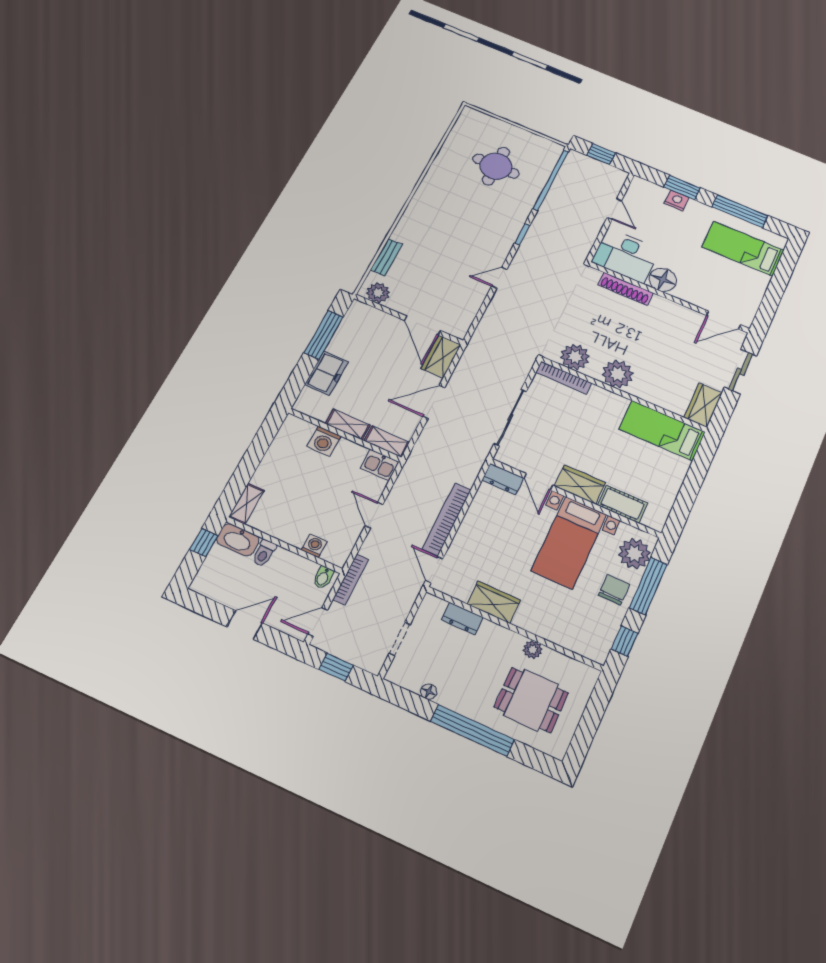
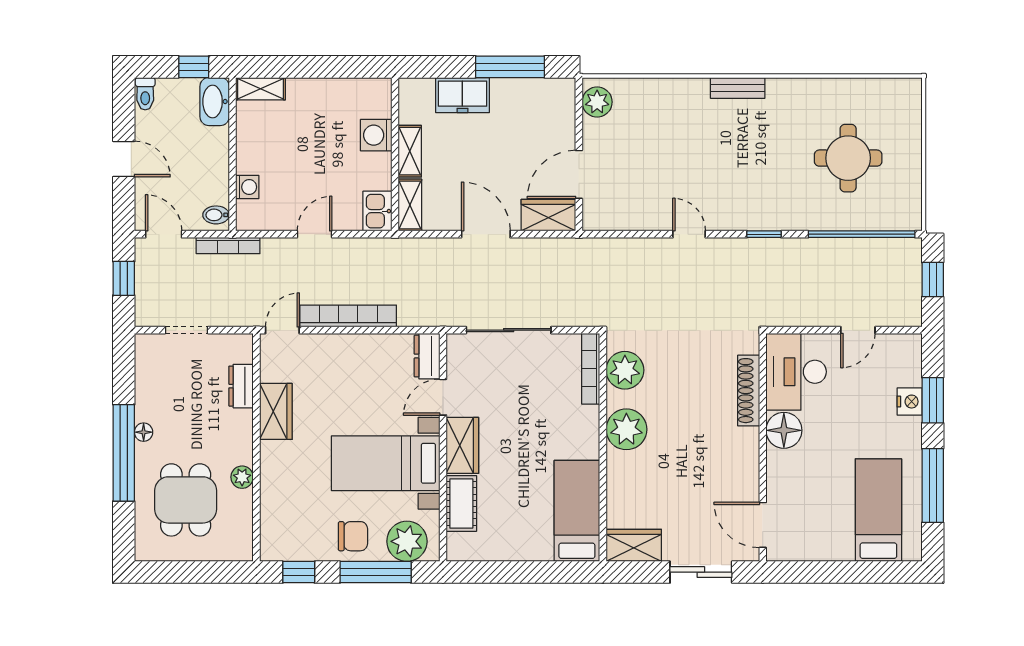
bench: (386, 257) -> (738, 88), moved
toilet: (264, 553) -> (145, 94), moved, turned -90
floor lamp: (429, 692) -> (144, 432), moved

